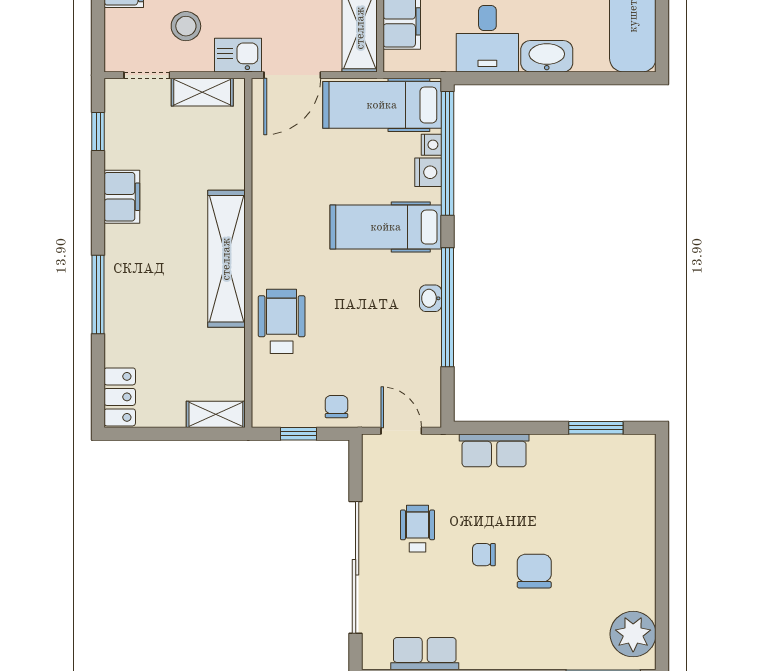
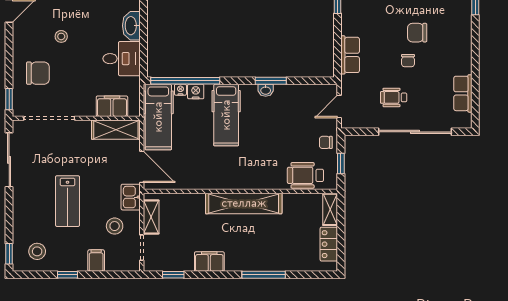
window: (448, 307) -> (271, 81), width x0.47
wheelchair: (282, 321) -> (305, 175), moved
locker: (120, 397) -> (329, 244), moved, turned -90

